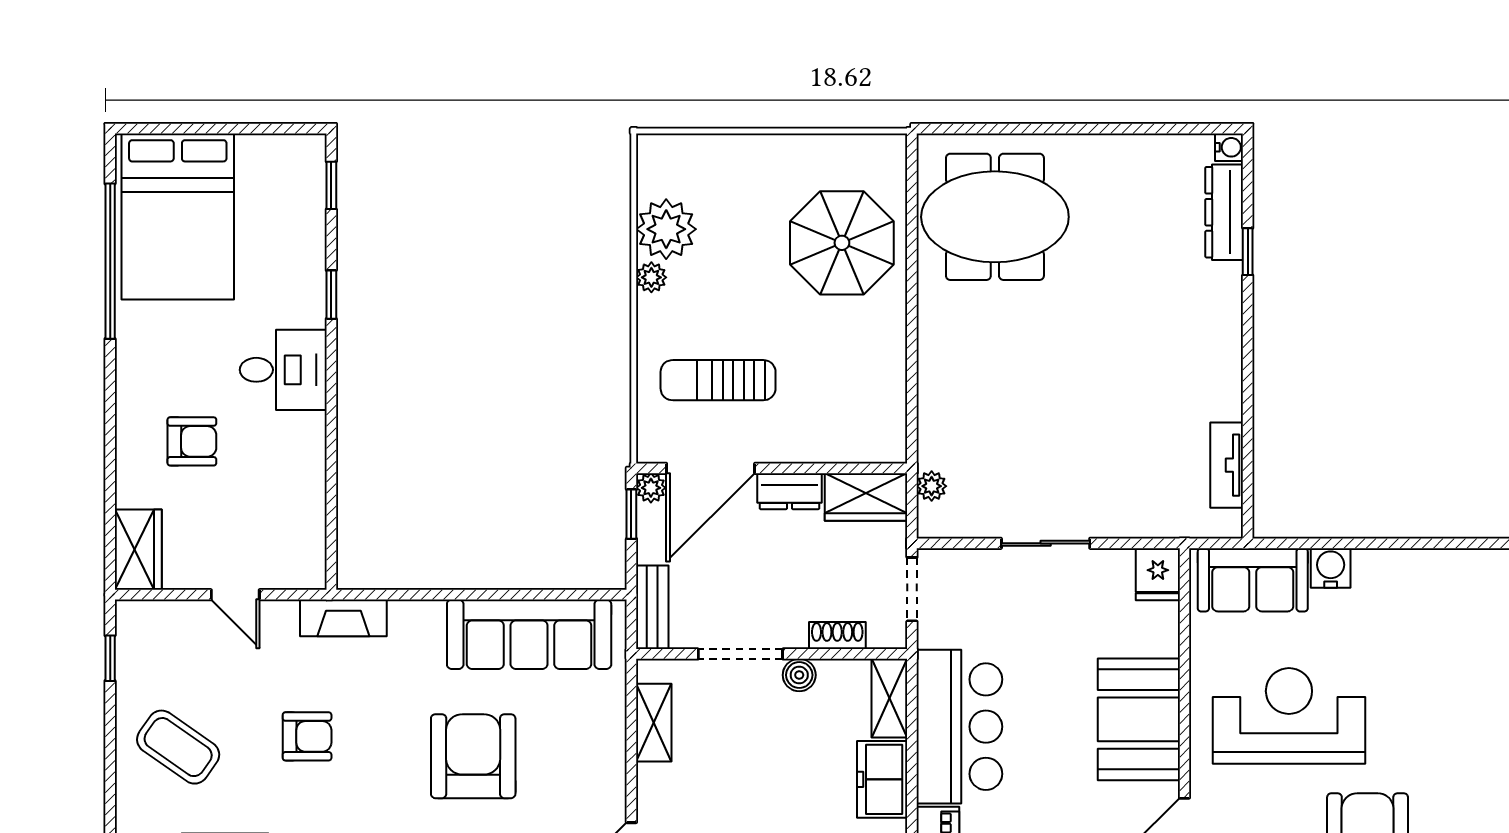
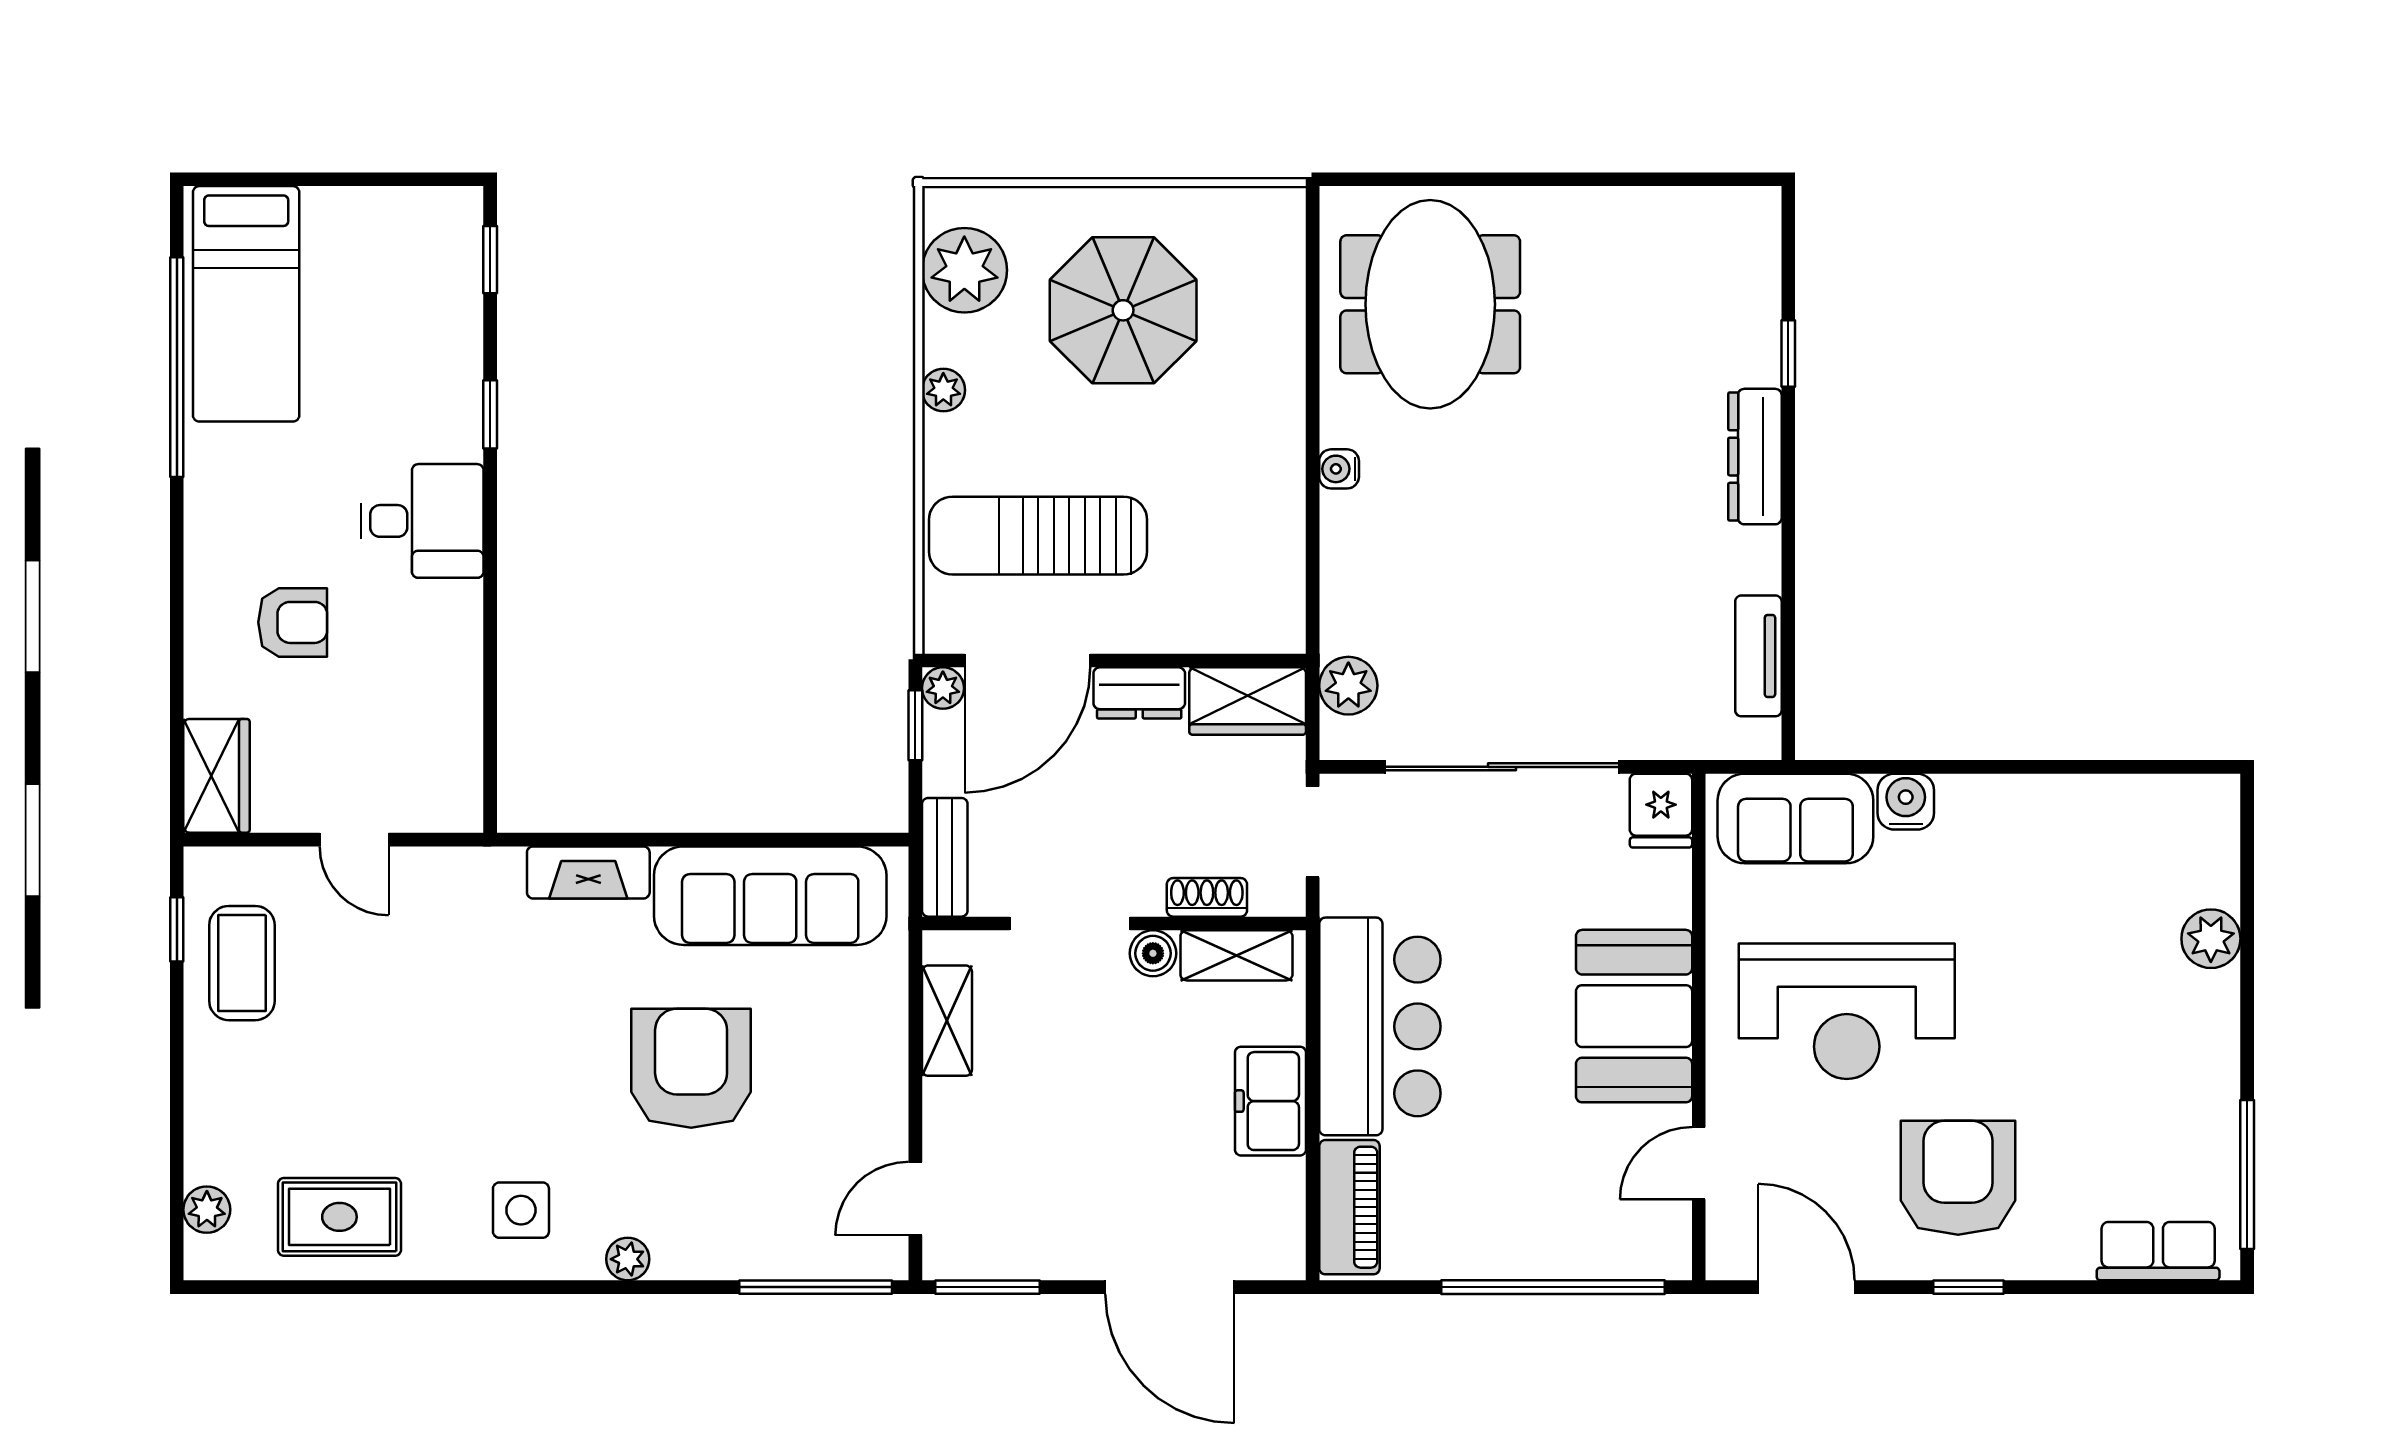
water cooler: (1229, 147) -> (1339, 469), moved, turned 180
dresser: (1224, 212) -> (1755, 457), moved
bed: (178, 217) -> (246, 304), width x0.67
meeting table: (995, 217) -> (1430, 304), turned 90
plant: (666, 229) -> (964, 270), moved
parasol: (842, 243) -> (1123, 310), moved
sun lounger: (718, 380) -> (1038, 536), width x1.36, depth x1.34
plant: (932, 486) -> (1348, 686), width x1.38, depth x1.38
sliding door: (1046, 543) -> (1502, 767), width x1.86
fireplace: (343, 618) -> (588, 872), moved
shelving: (889, 698) -> (1236, 955), moved, turned 90
reception desk: (1289, 716) -> (1847, 1011), turned 180
armchair: (307, 736) -> (456, 1040), removed
coffee table: (178, 747) -> (242, 963), moved, turned 55

